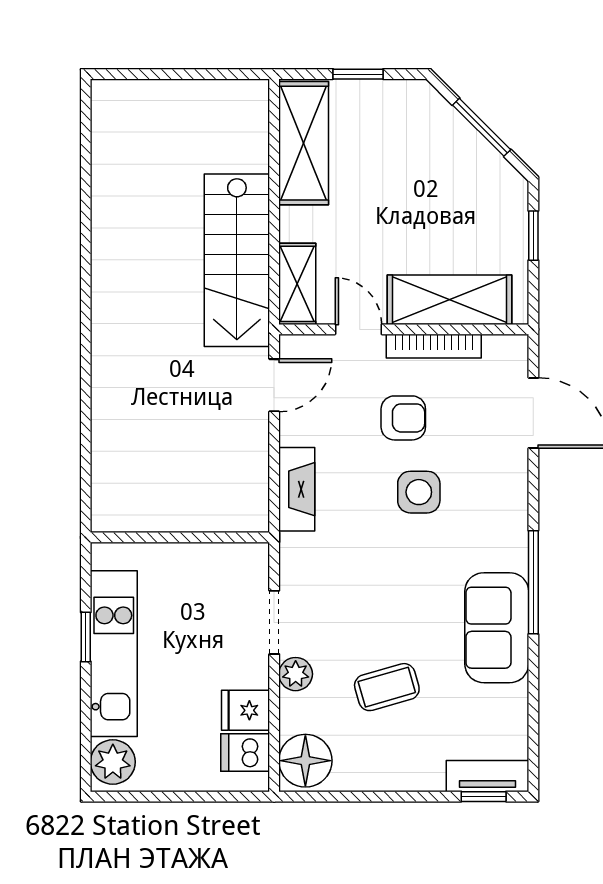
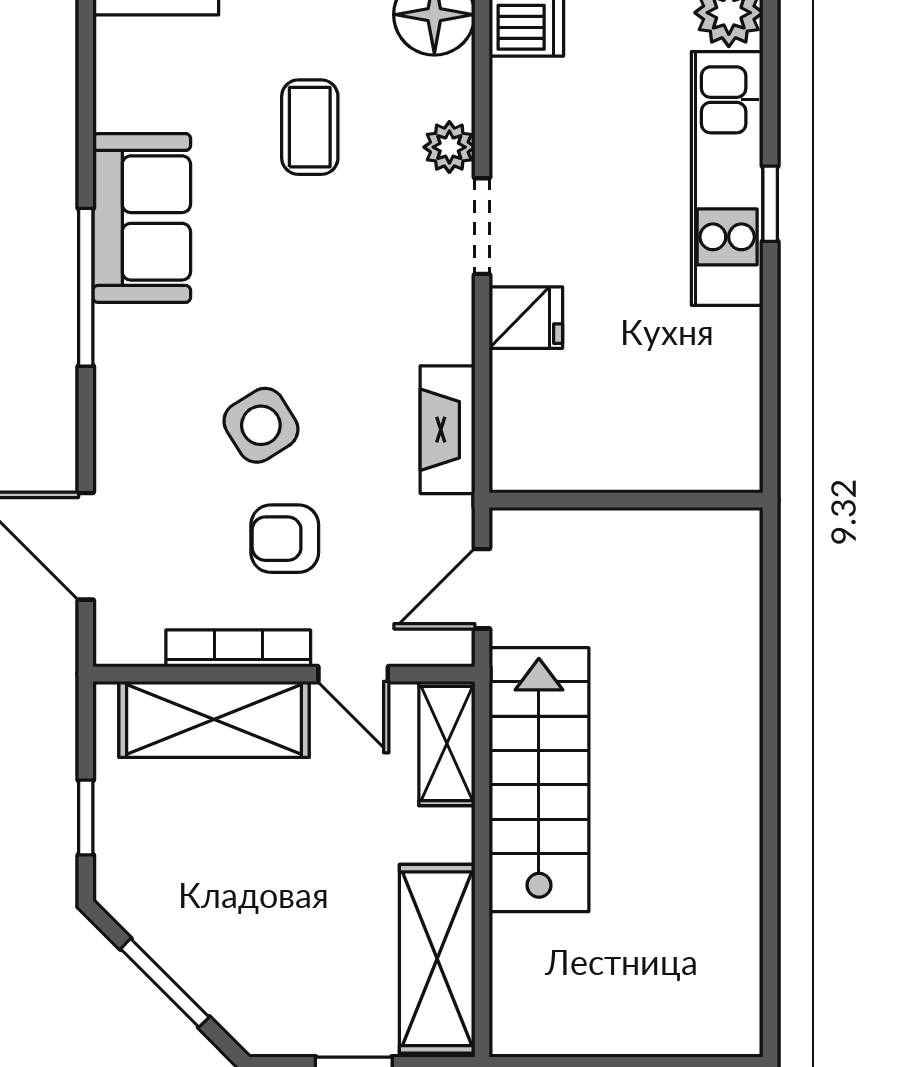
side table: (419, 492) -> (261, 425), turned -32
wall: (180, 537) -> (626, 500), moved
coffee table: (387, 687) -> (310, 127), turned -74
fridge: (246, 710) -> (526, 318), moved

